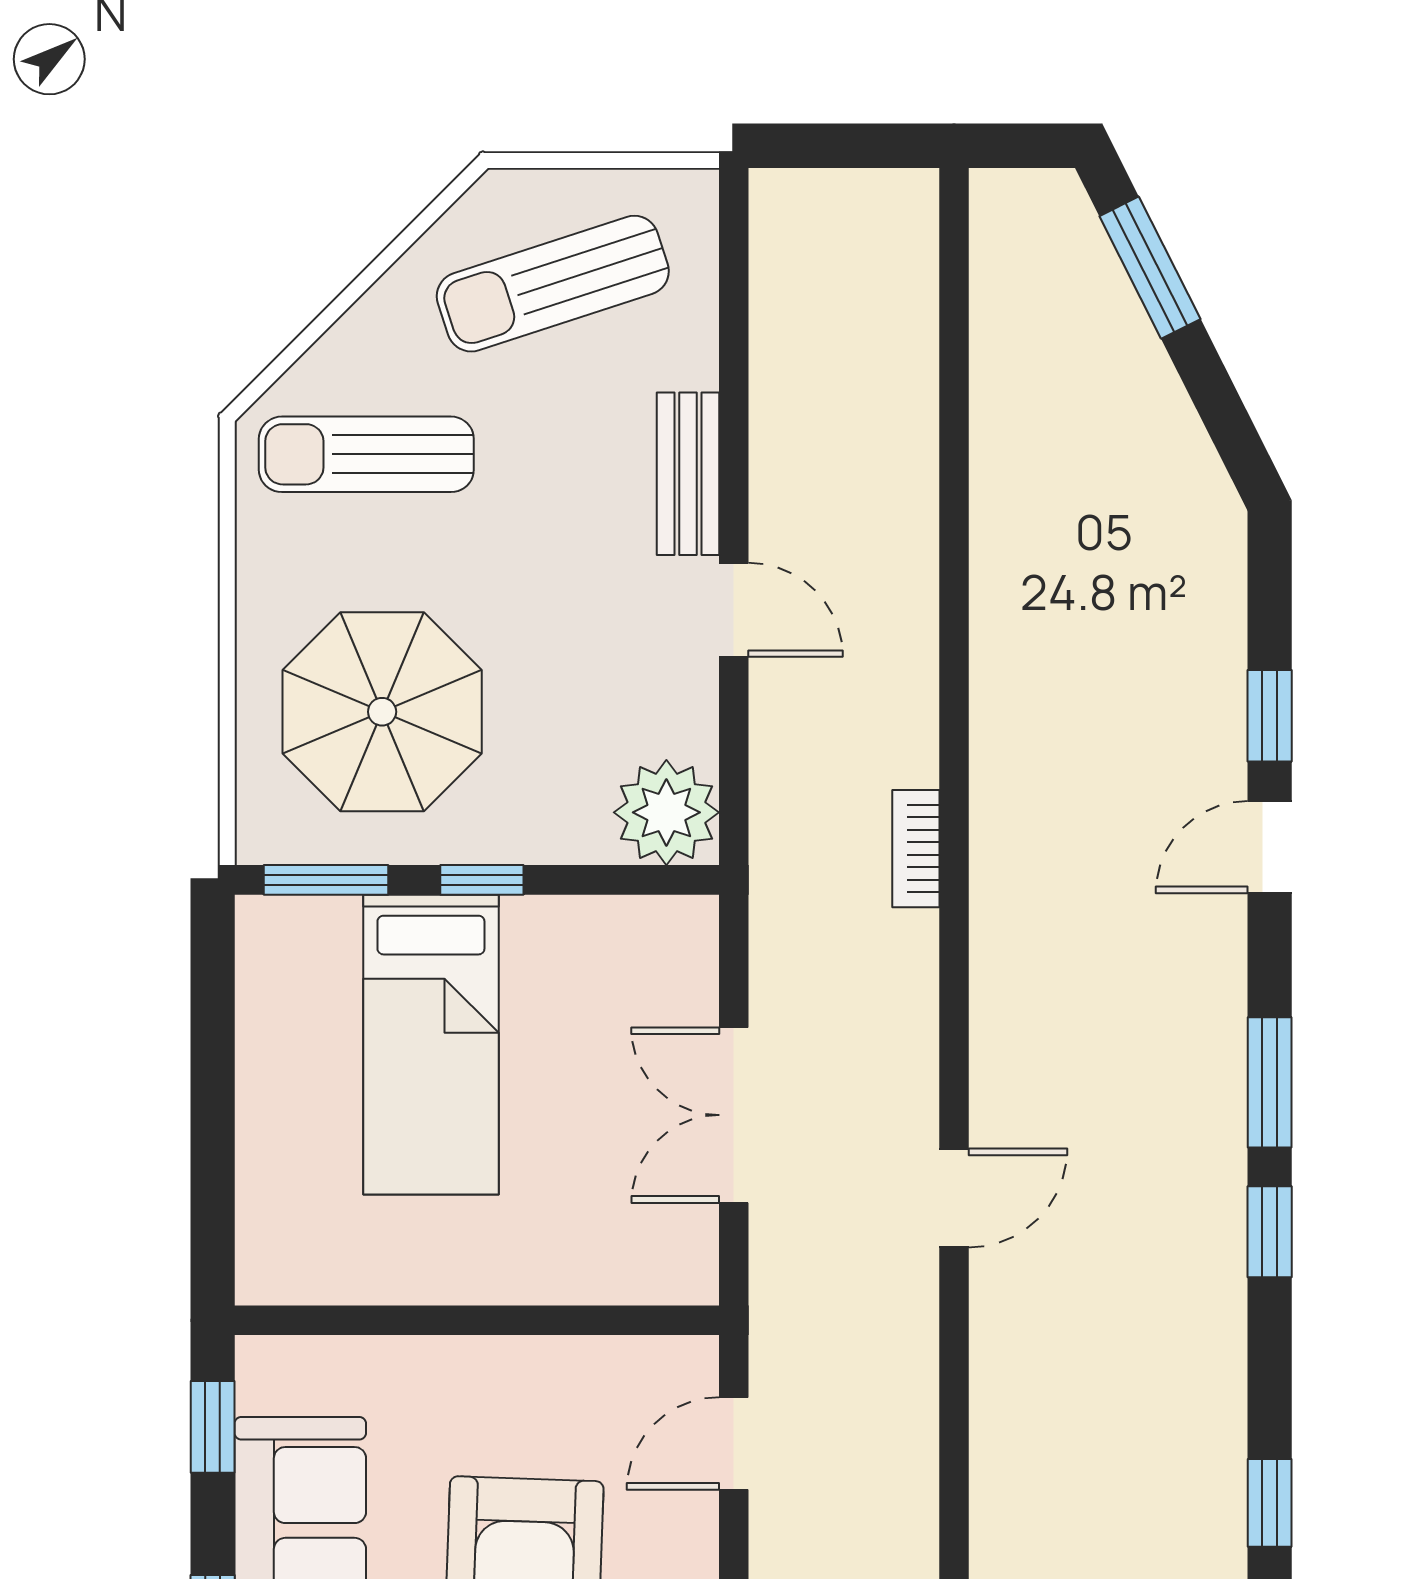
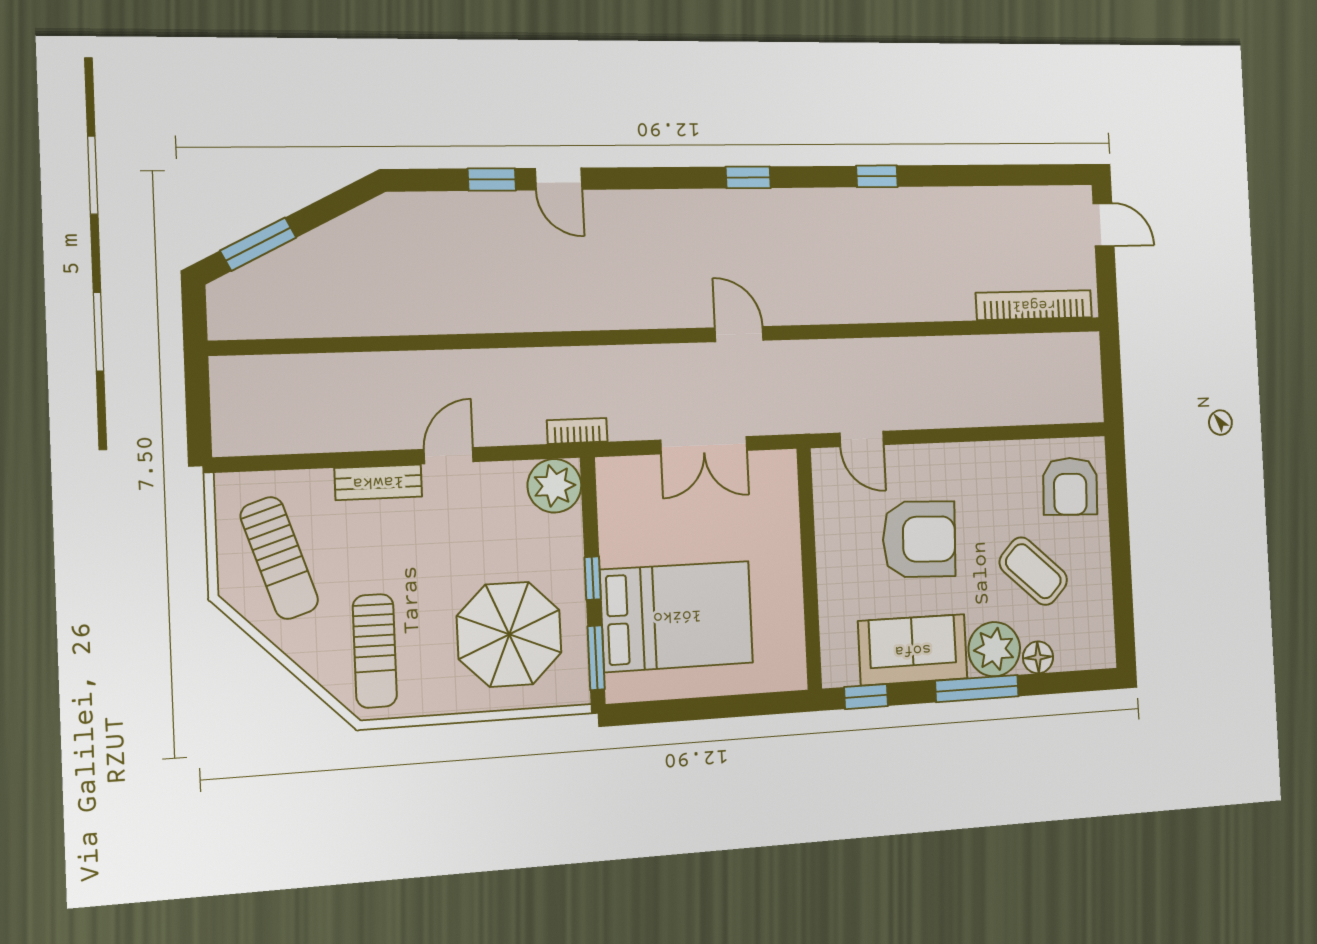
bookcase: (916, 849) -> (577, 431), moved, turned 180
bed: (431, 1045) -> (677, 616), width x1.50
window: (1270, 1082) -> (676, 178), removed

